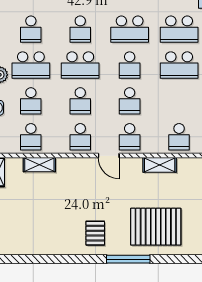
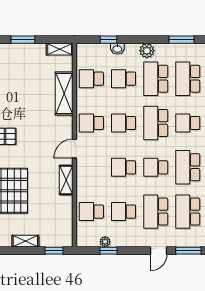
school desk: (31, 29) -> (188, 79), width x1.85
school desk: (130, 137) -> (124, 212), moved
shelving: (39, 165) -> (64, 94), width x1.50, depth x1.33
shelving: (160, 165) -> (66, 180), moved

